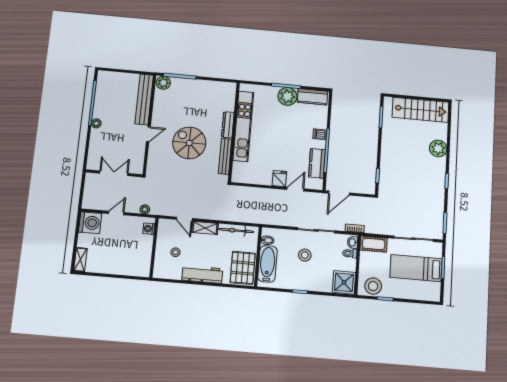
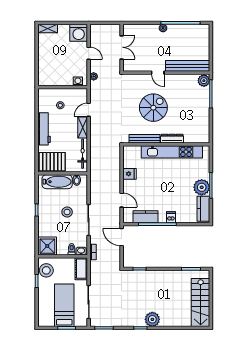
plant: (438, 148) -> (152, 319), moved
fridge: (279, 179) -> (130, 174), moved

